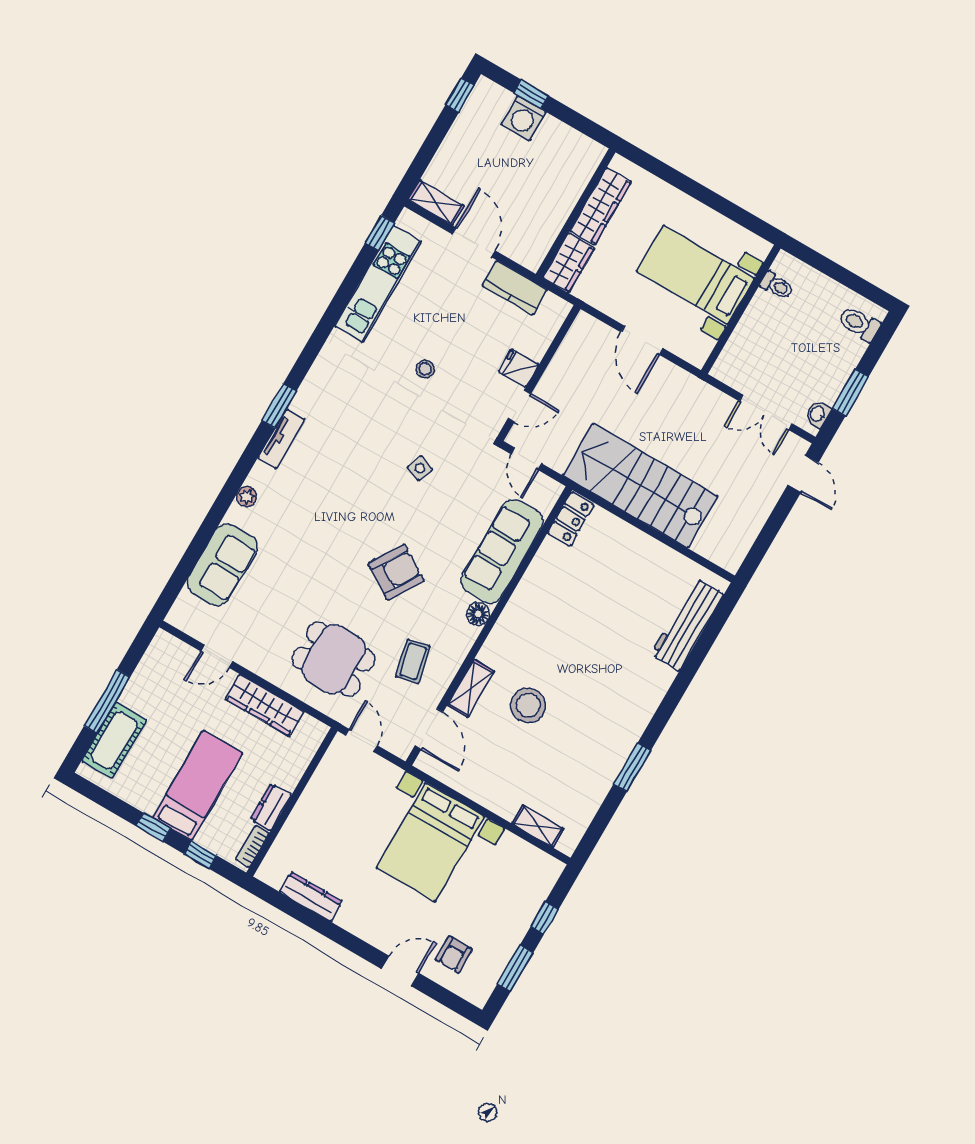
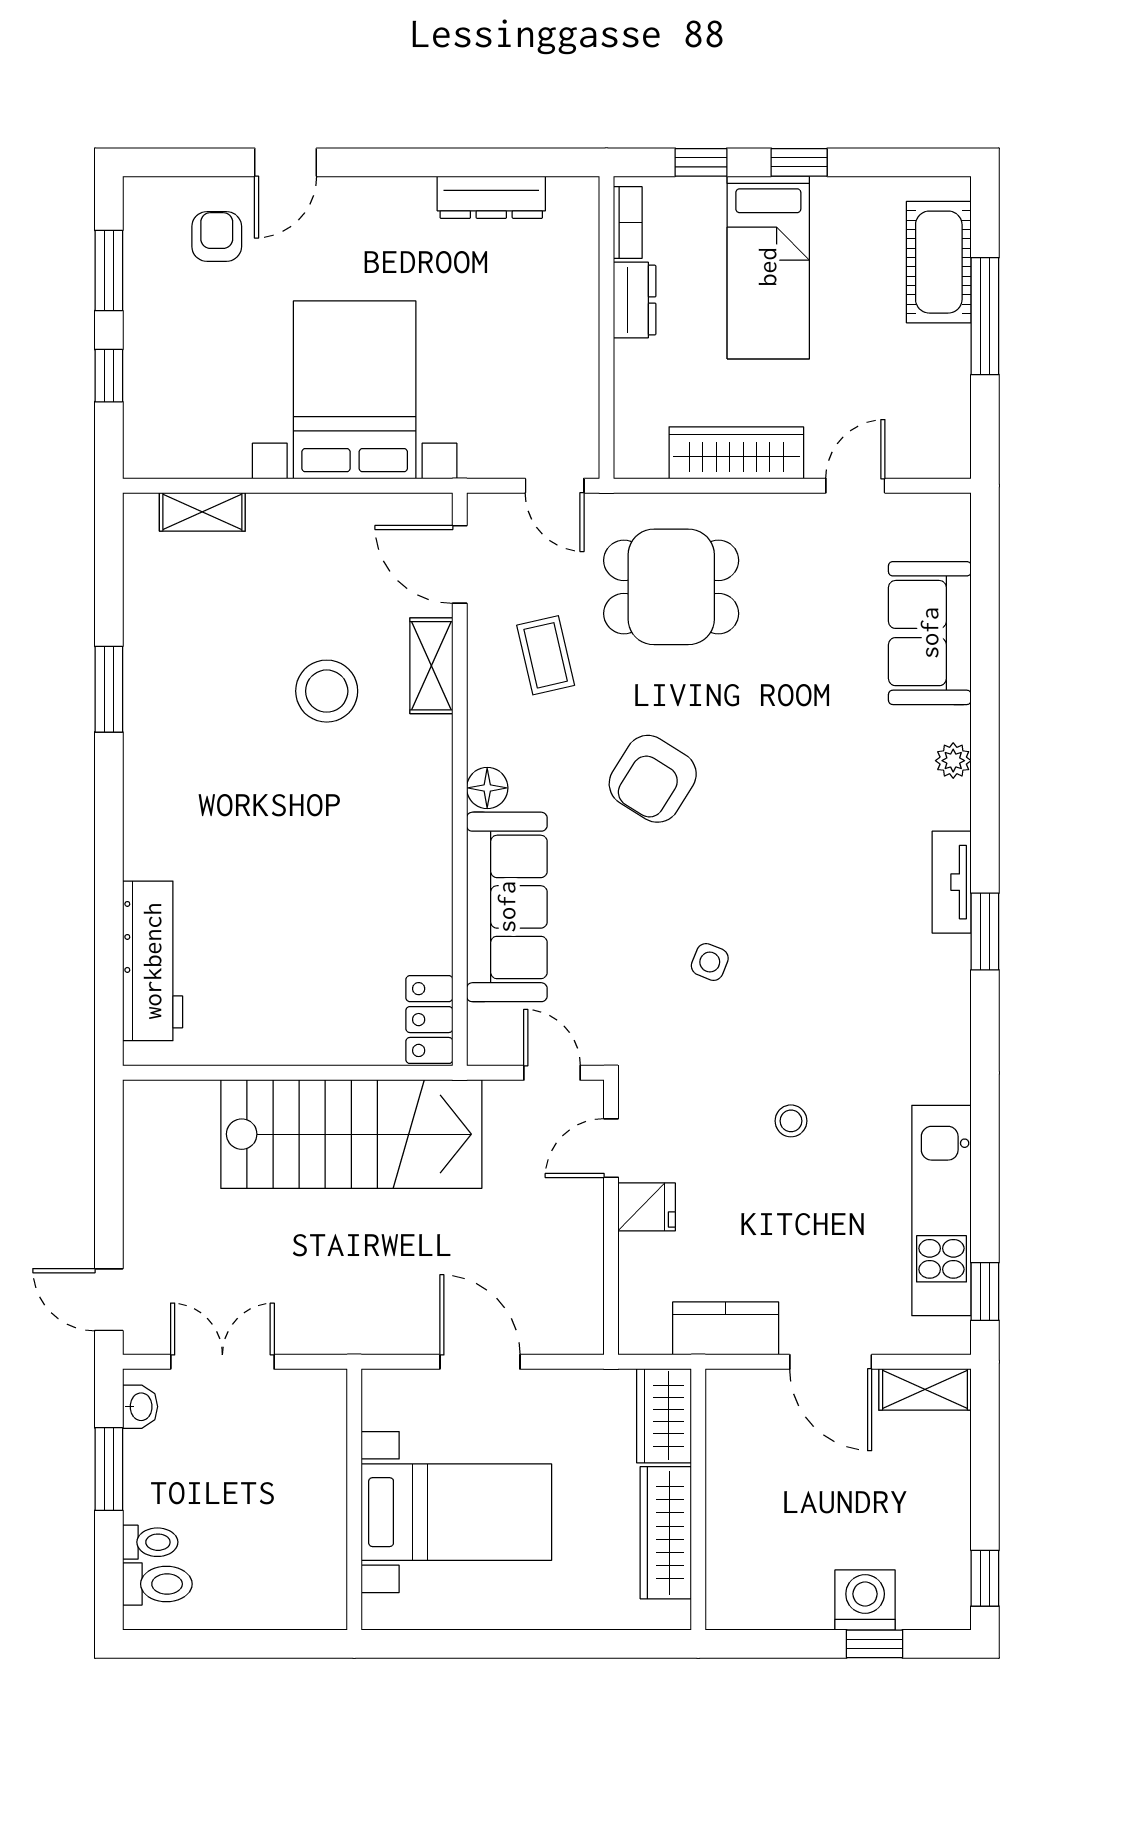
toilet: (777, 286) -> (150, 1542), moved, turned 180

